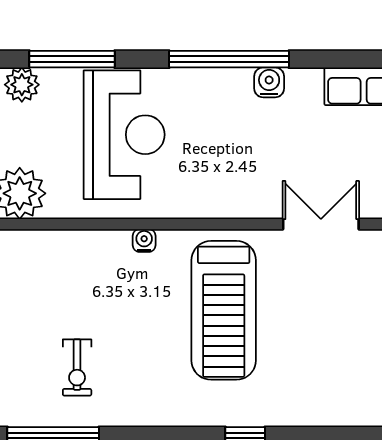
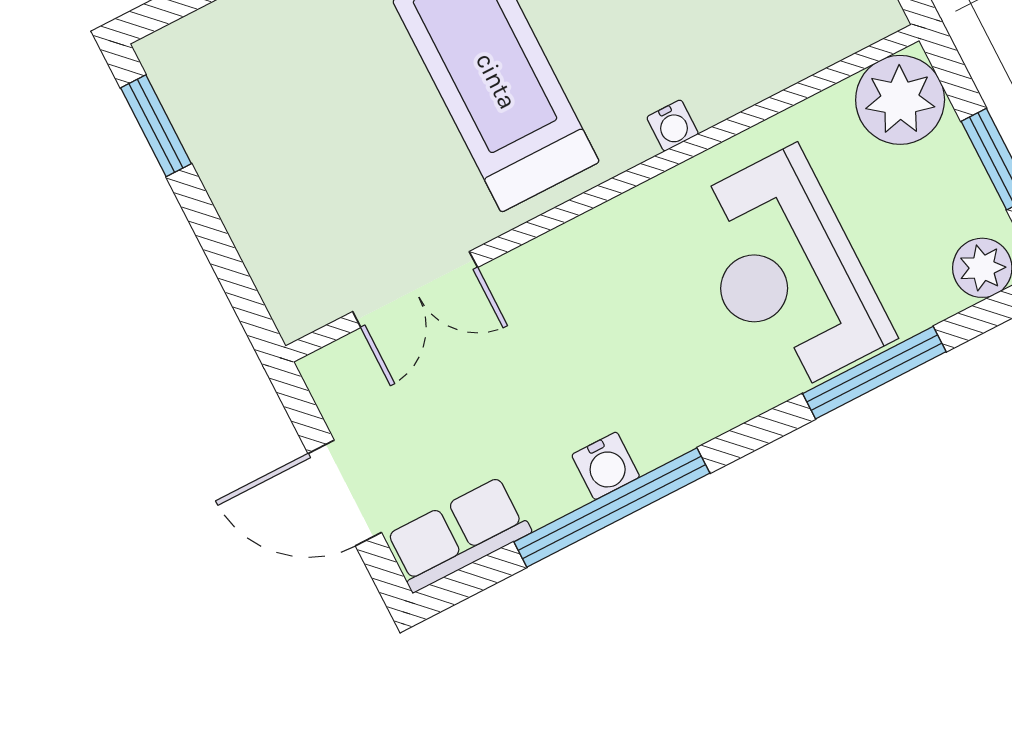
window: (72, 59) -> (874, 373), moved
window: (229, 59) -> (612, 507), moved

